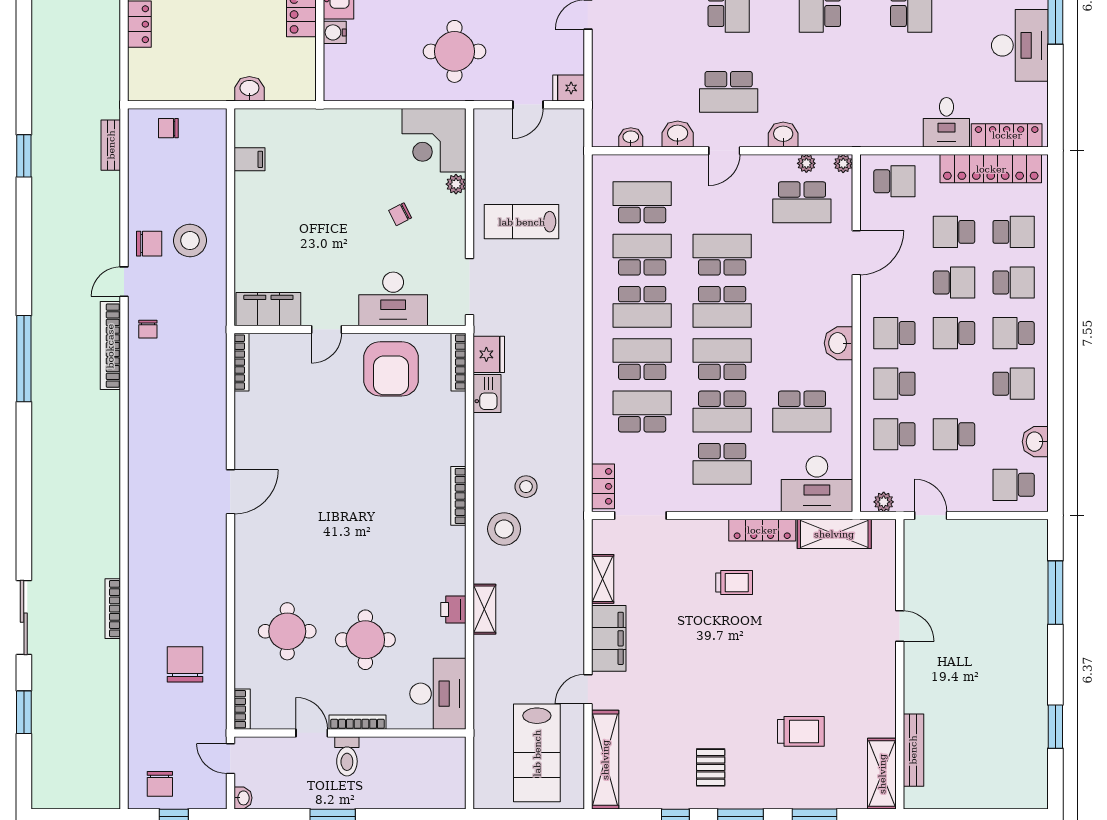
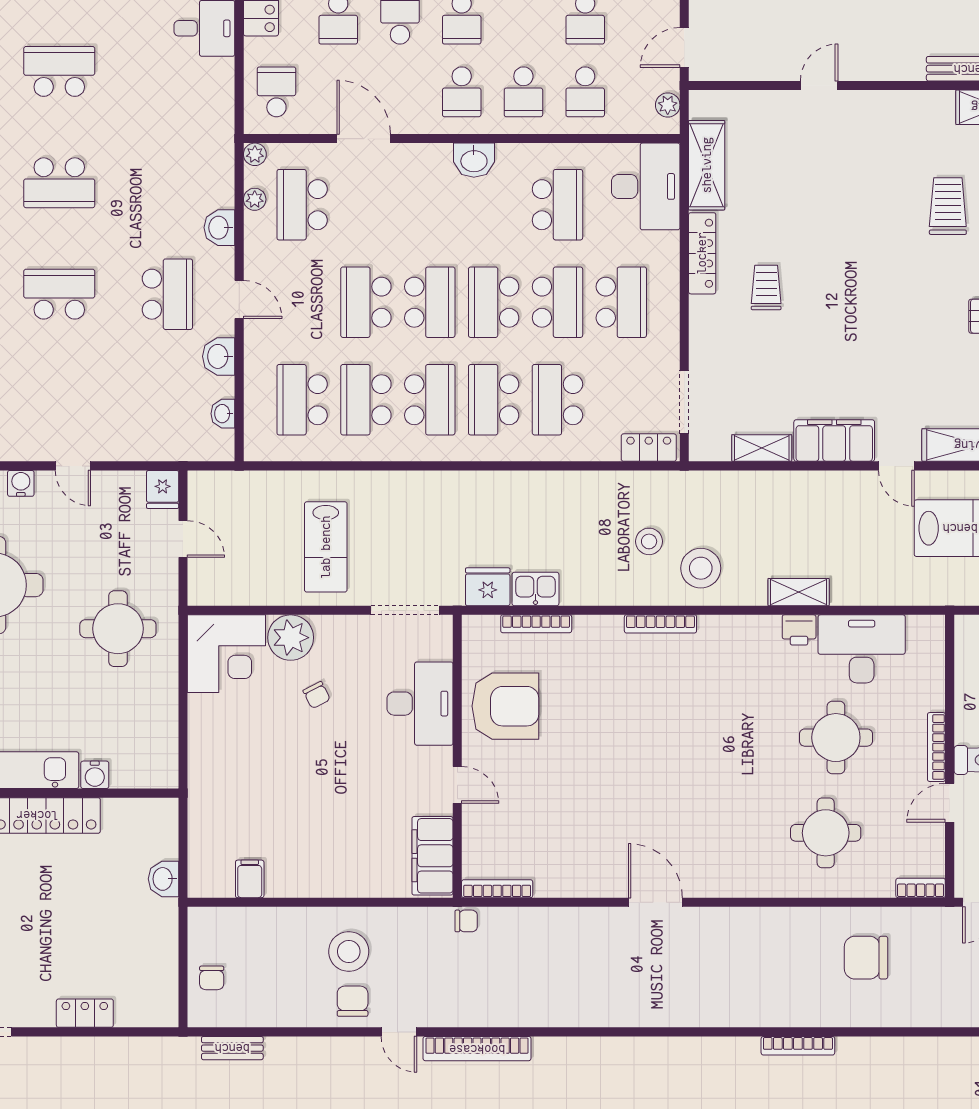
plant: (456, 184) -> (291, 638), width x1.87, depth x1.87
school desk: (802, 202) -> (302, 205), turned 180
chair: (148, 329) -> (466, 921), moved
bookcase: (459, 362) -> (536, 624), moved
desk: (438, 694) -> (862, 649), moved

